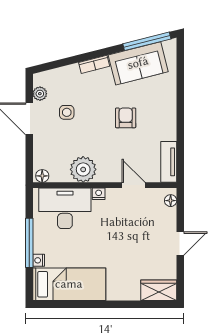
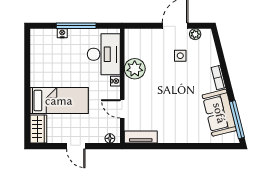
armchair: (126, 118) -> (176, 103), removed
floor lamp: (42, 176) -> (130, 36), removed
door: (133, 185) -> (122, 109), swing flipped
bed: (69, 284) -> (59, 101), moved, turned -90

